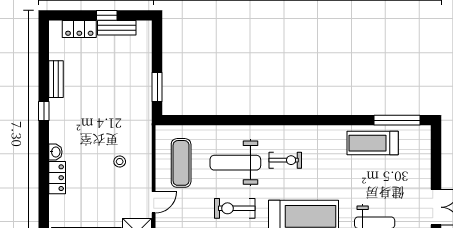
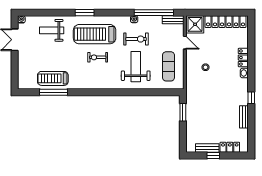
window: (397, 120) -> (53, 92), moved
treadmill: (373, 143) -> (53, 78), turned 180
exercise bike: (285, 160) -> (98, 57), moved
weight bench: (235, 163) -> (136, 67), turned -90
door: (154, 202) -> (185, 43), swing flipped

